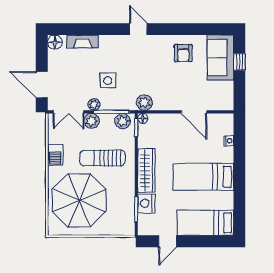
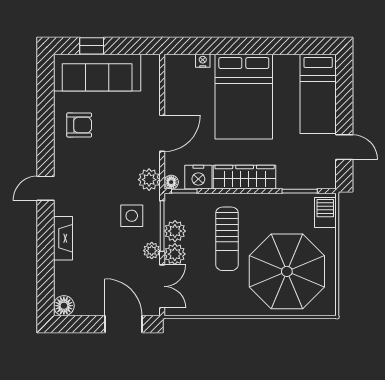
fireplace: (83, 42) -> (63, 238), moved
sofa: (220, 58) -> (97, 73), width x1.36
side table: (108, 80) -> (132, 216), moved
door: (42, 85) -> (124, 324), swing flipped
door: (194, 112) -> (162, 133), moved
plant: (123, 121) -> (175, 231), moved
barbecue: (55, 155) -> (325, 213), moved, turned -90
bed: (203, 177) -> (244, 97), width x1.50
nightstand: (146, 203) -> (198, 177), moved

